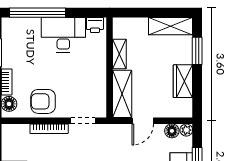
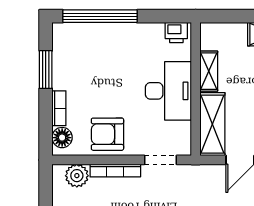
desk: (63, 35) -> (168, 91), moved, turned 90
plant: (20, 133) -> (77, 176), added

